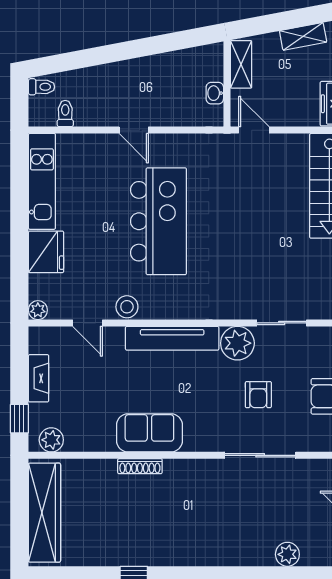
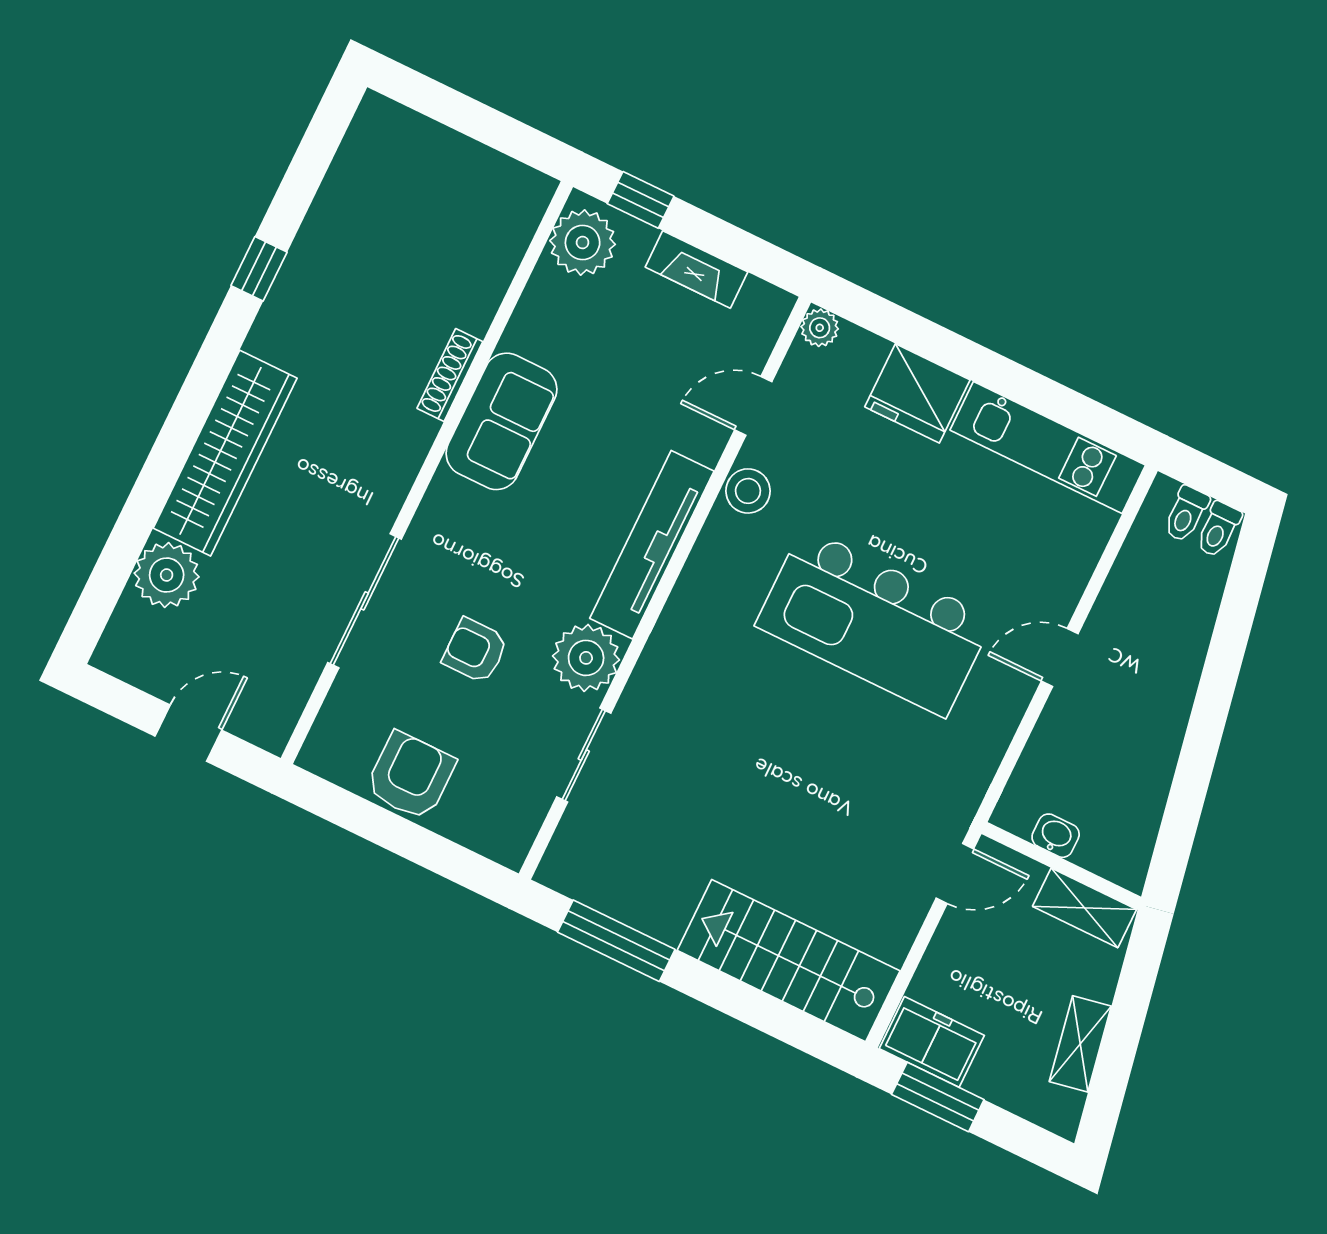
toilet: (65, 114) -> (1186, 514), moved, turned 90
plant: (51, 440) -> (583, 242), width x1.36, depth x1.36
wardrobe: (44, 513) -> (225, 453), moved, turned -90
plant: (287, 554) -> (167, 575), width x1.36, depth x1.36

